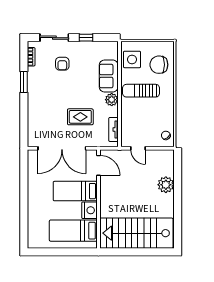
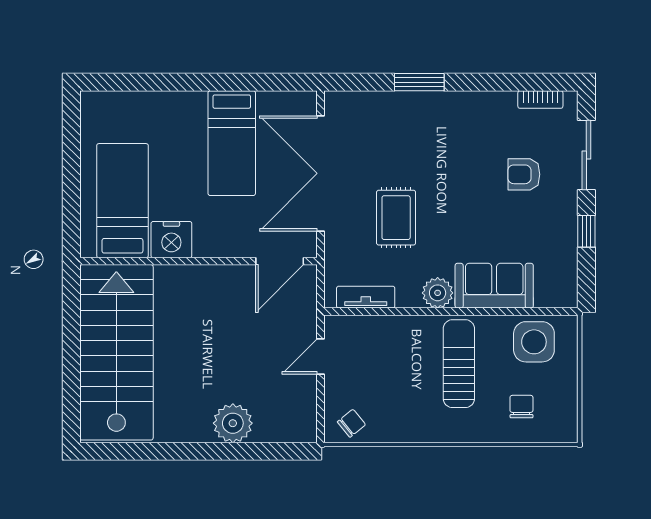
chair: (159, 65) -> (521, 407), width x0.54, depth x0.54
window: (24, 82) -> (419, 82), moved
bed: (75, 191) -> (232, 143), moved, turned 180

